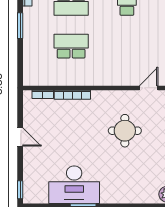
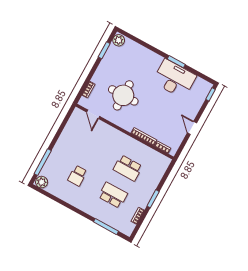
door: (149, 88) -> (93, 114), hinge flipped
round table: (125, 131) -> (123, 95), width x1.36, depth x1.36

